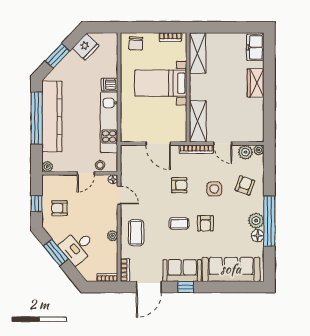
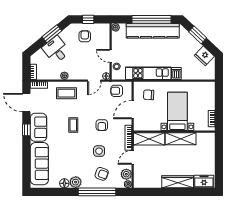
chair: (136, 43) -> (149, 95), moved
shelving: (198, 53) -> (181, 139), moved
wardrobe: (256, 83) -> (178, 182), width x1.50
window: (269, 221) -> (97, 192), moved
armchair: (205, 223) -> (117, 91), moved

